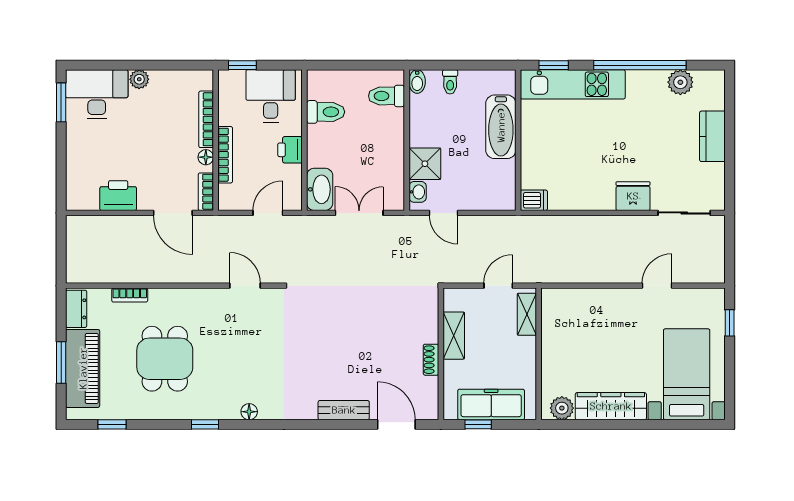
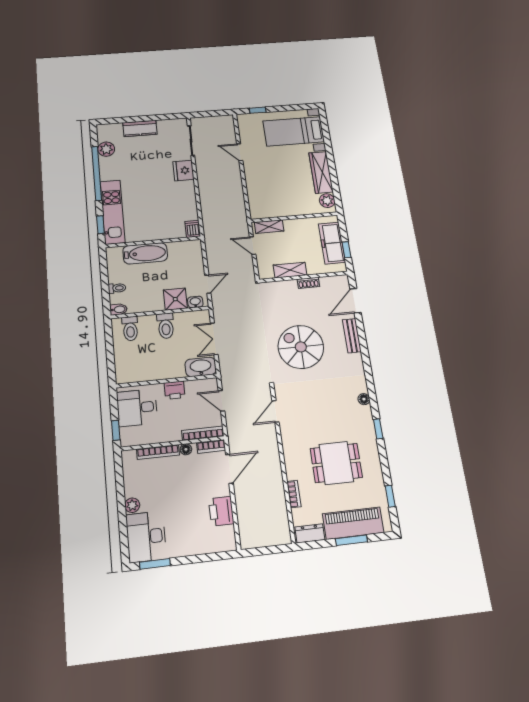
toilet: (326, 112) -> (166, 326), moved, turned 180
bookcase: (225, 155) -> (203, 433), moved
spiral stairs: (334, 334) -> (301, 347), added

